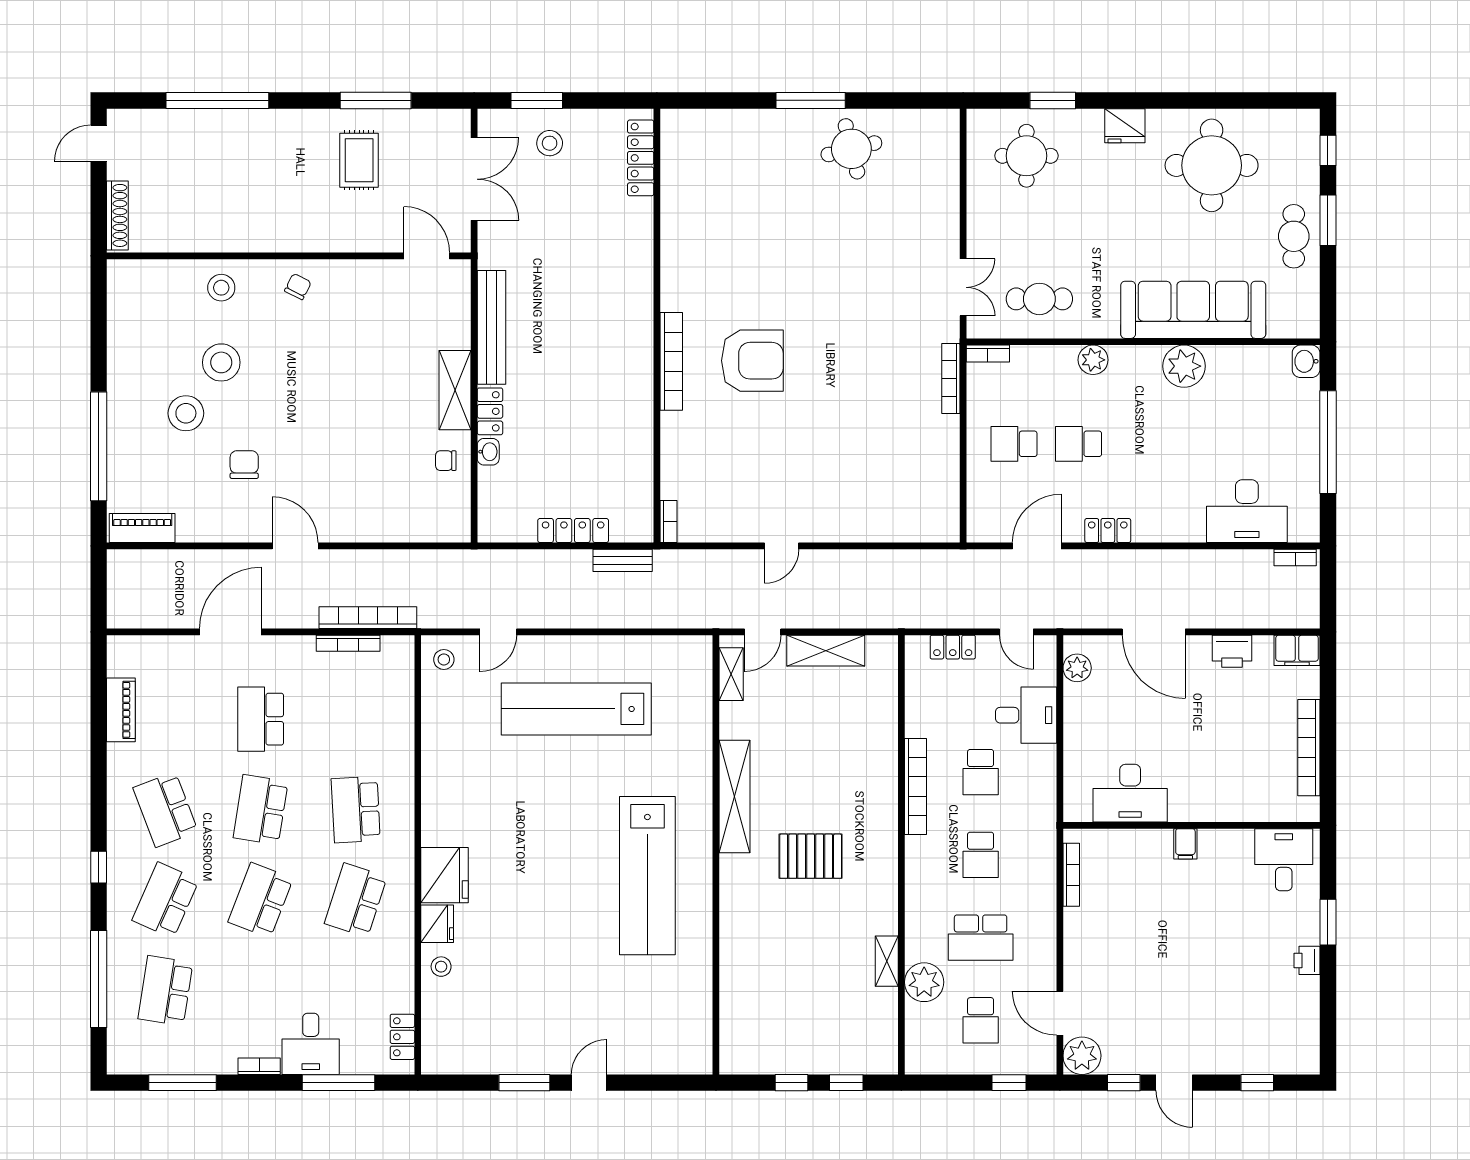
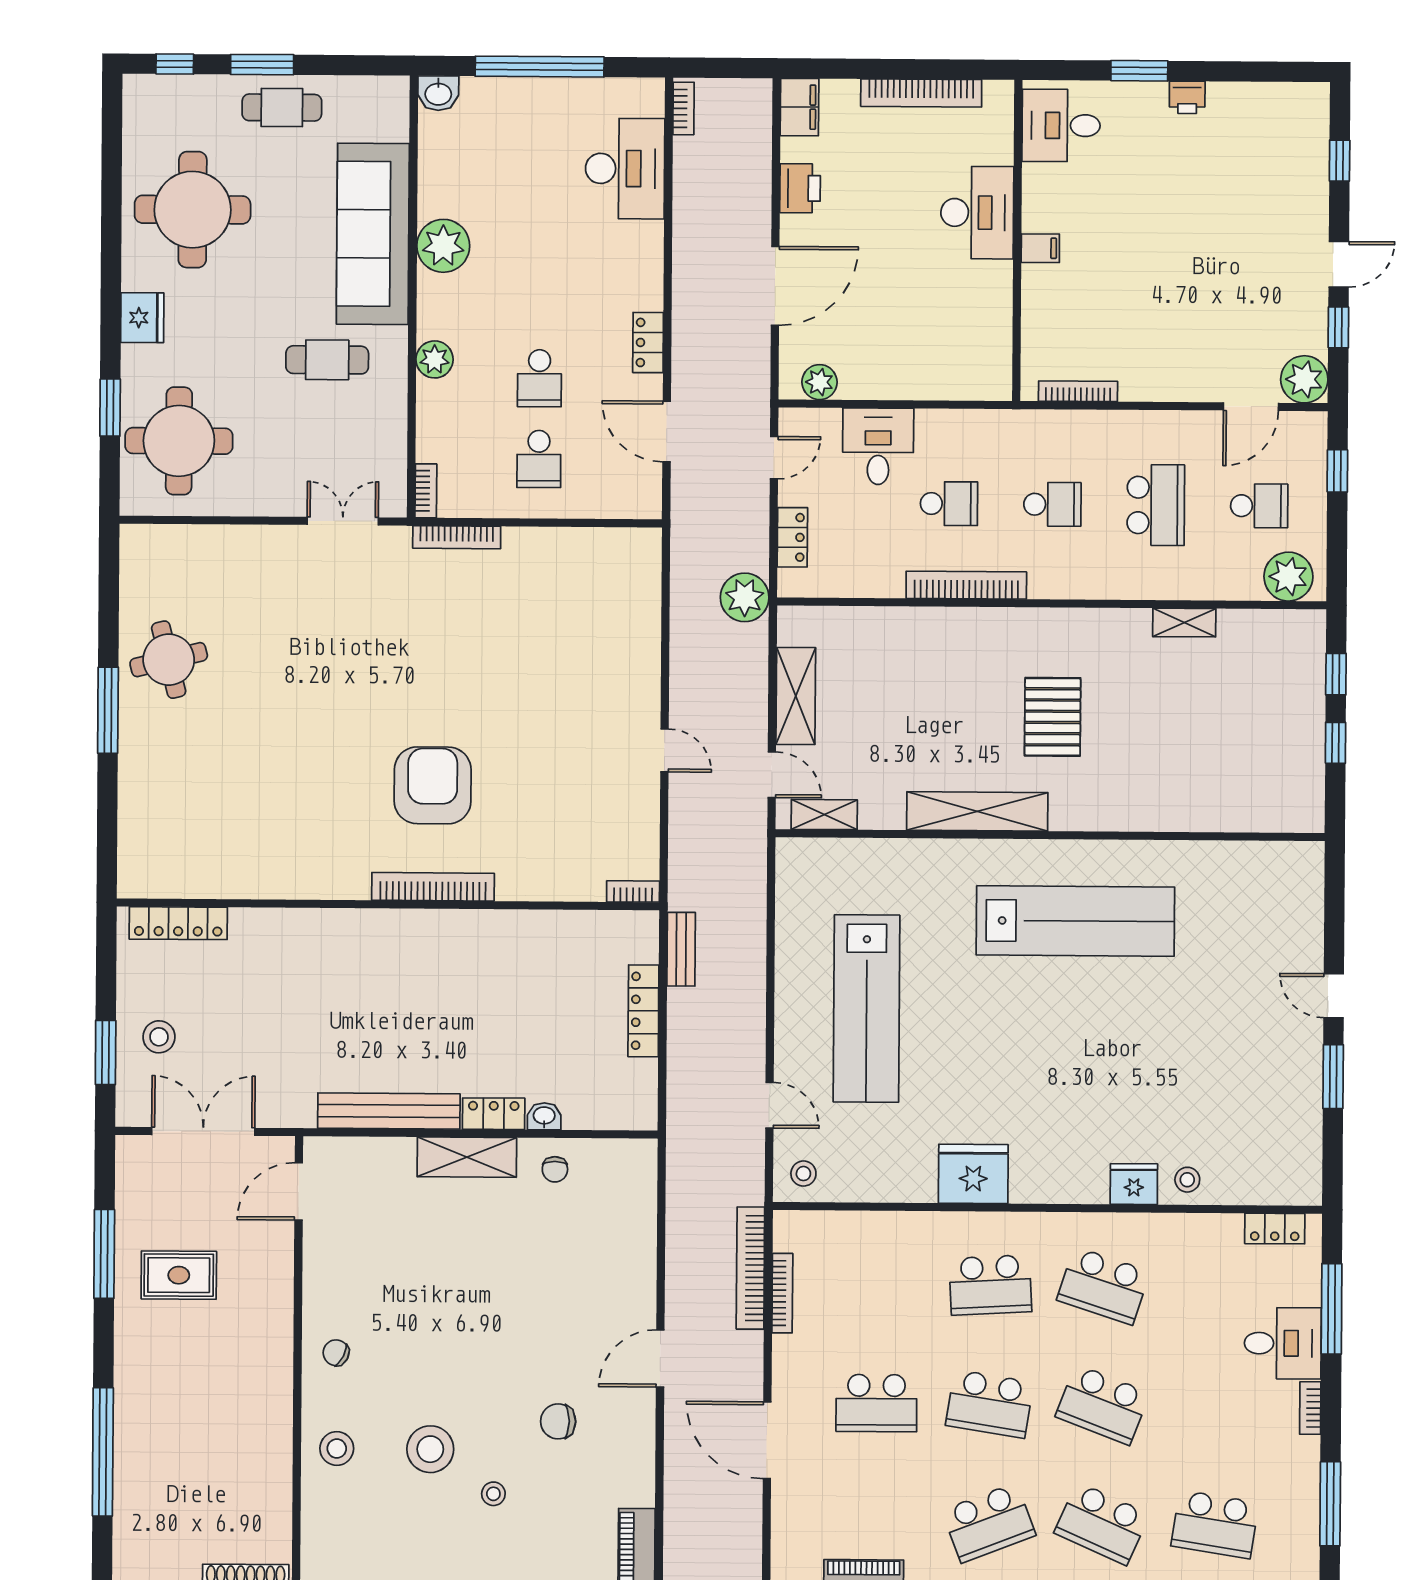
round table: (1026, 156) -> (179, 441), width x1.36, depth x1.36
cafe table: (1039, 299) -> (327, 360), moved, turned 90
stool: (186, 413) -> (493, 1494), width x0.53, depth x0.53
plant: (904, 609) -> (745, 597), added
desk: (1130, 793) -> (977, 213), moved
fridge: (445, 875) -> (973, 1174), moved
plant: (924, 982) -> (1288, 577), moved

